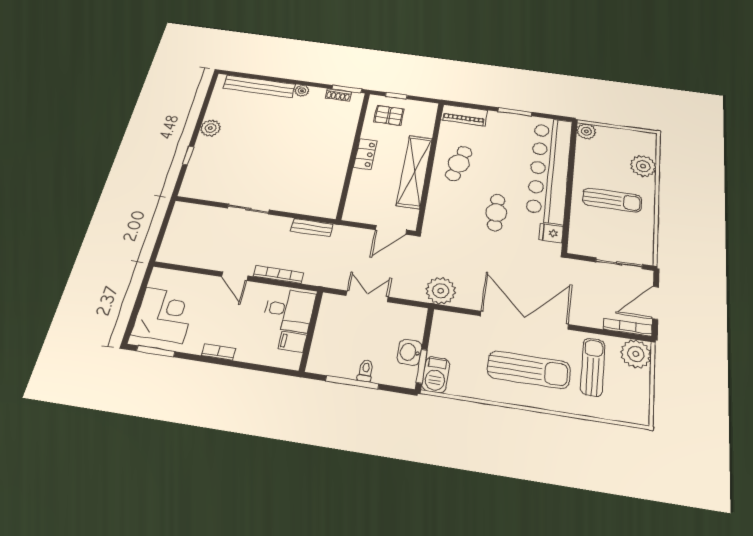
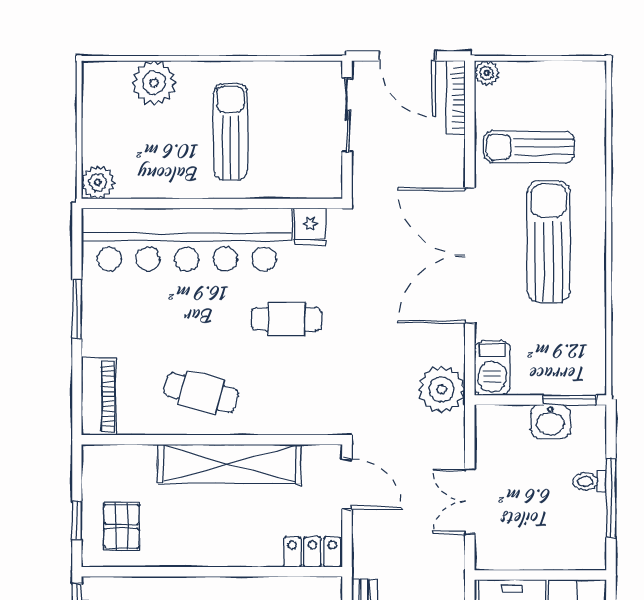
locker: (365, 154) -> (312, 552), moved
plant: (636, 354) -> (487, 73), width x0.53, depth x0.53
barbecue: (436, 375) -> (492, 368), moved, turned 90

